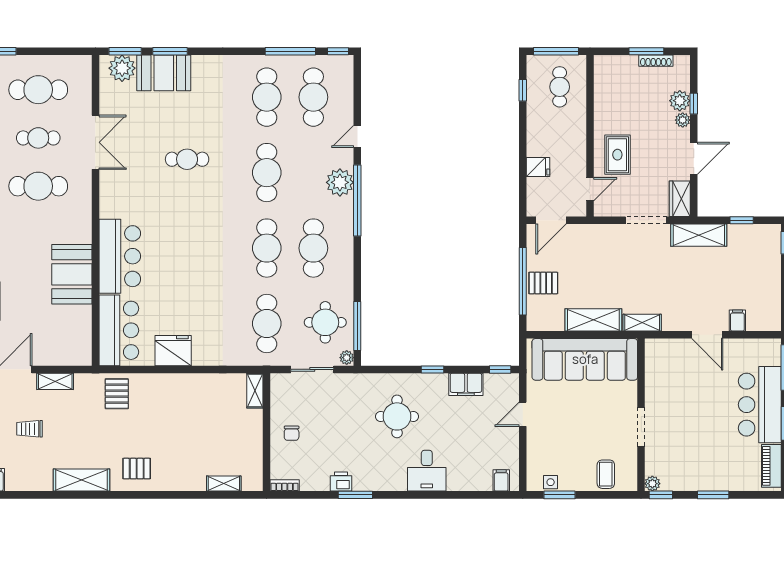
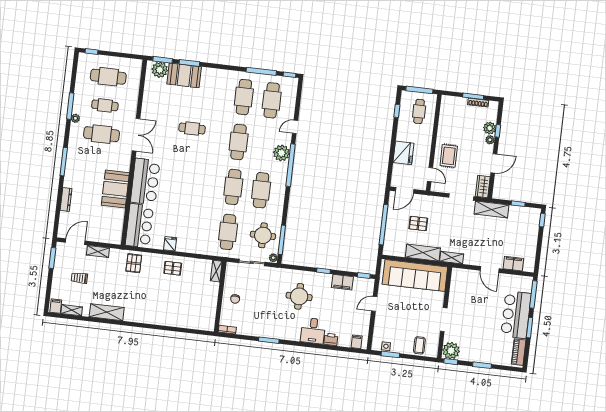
double door: (95, 142) -> (136, 135), moved
fridge: (538, 167) -> (403, 153), width x1.88, depth x1.34
door: (590, 189) -> (430, 175), hinge flipped
pallet: (543, 283) -> (418, 224), moved
filing cabinet: (737, 320) -> (513, 264), width x2.00
fridge: (173, 351) -> (170, 244), width x0.53, depth x0.75
pallet: (137, 469) -> (173, 268), moved
printer: (341, 482) -> (331, 339), moved
shelving: (224, 484) -> (72, 310), moved
plant: (652, 484) -> (451, 351), width x1.88, depth x1.88

